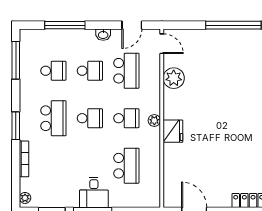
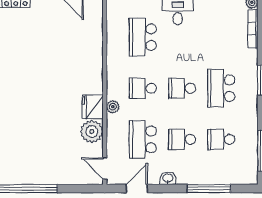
plant: (154, 120) -> (113, 107), moved
fridge: (173, 131) -> (93, 107), moved
bookcase: (24, 159) -> (253, 29), moved

